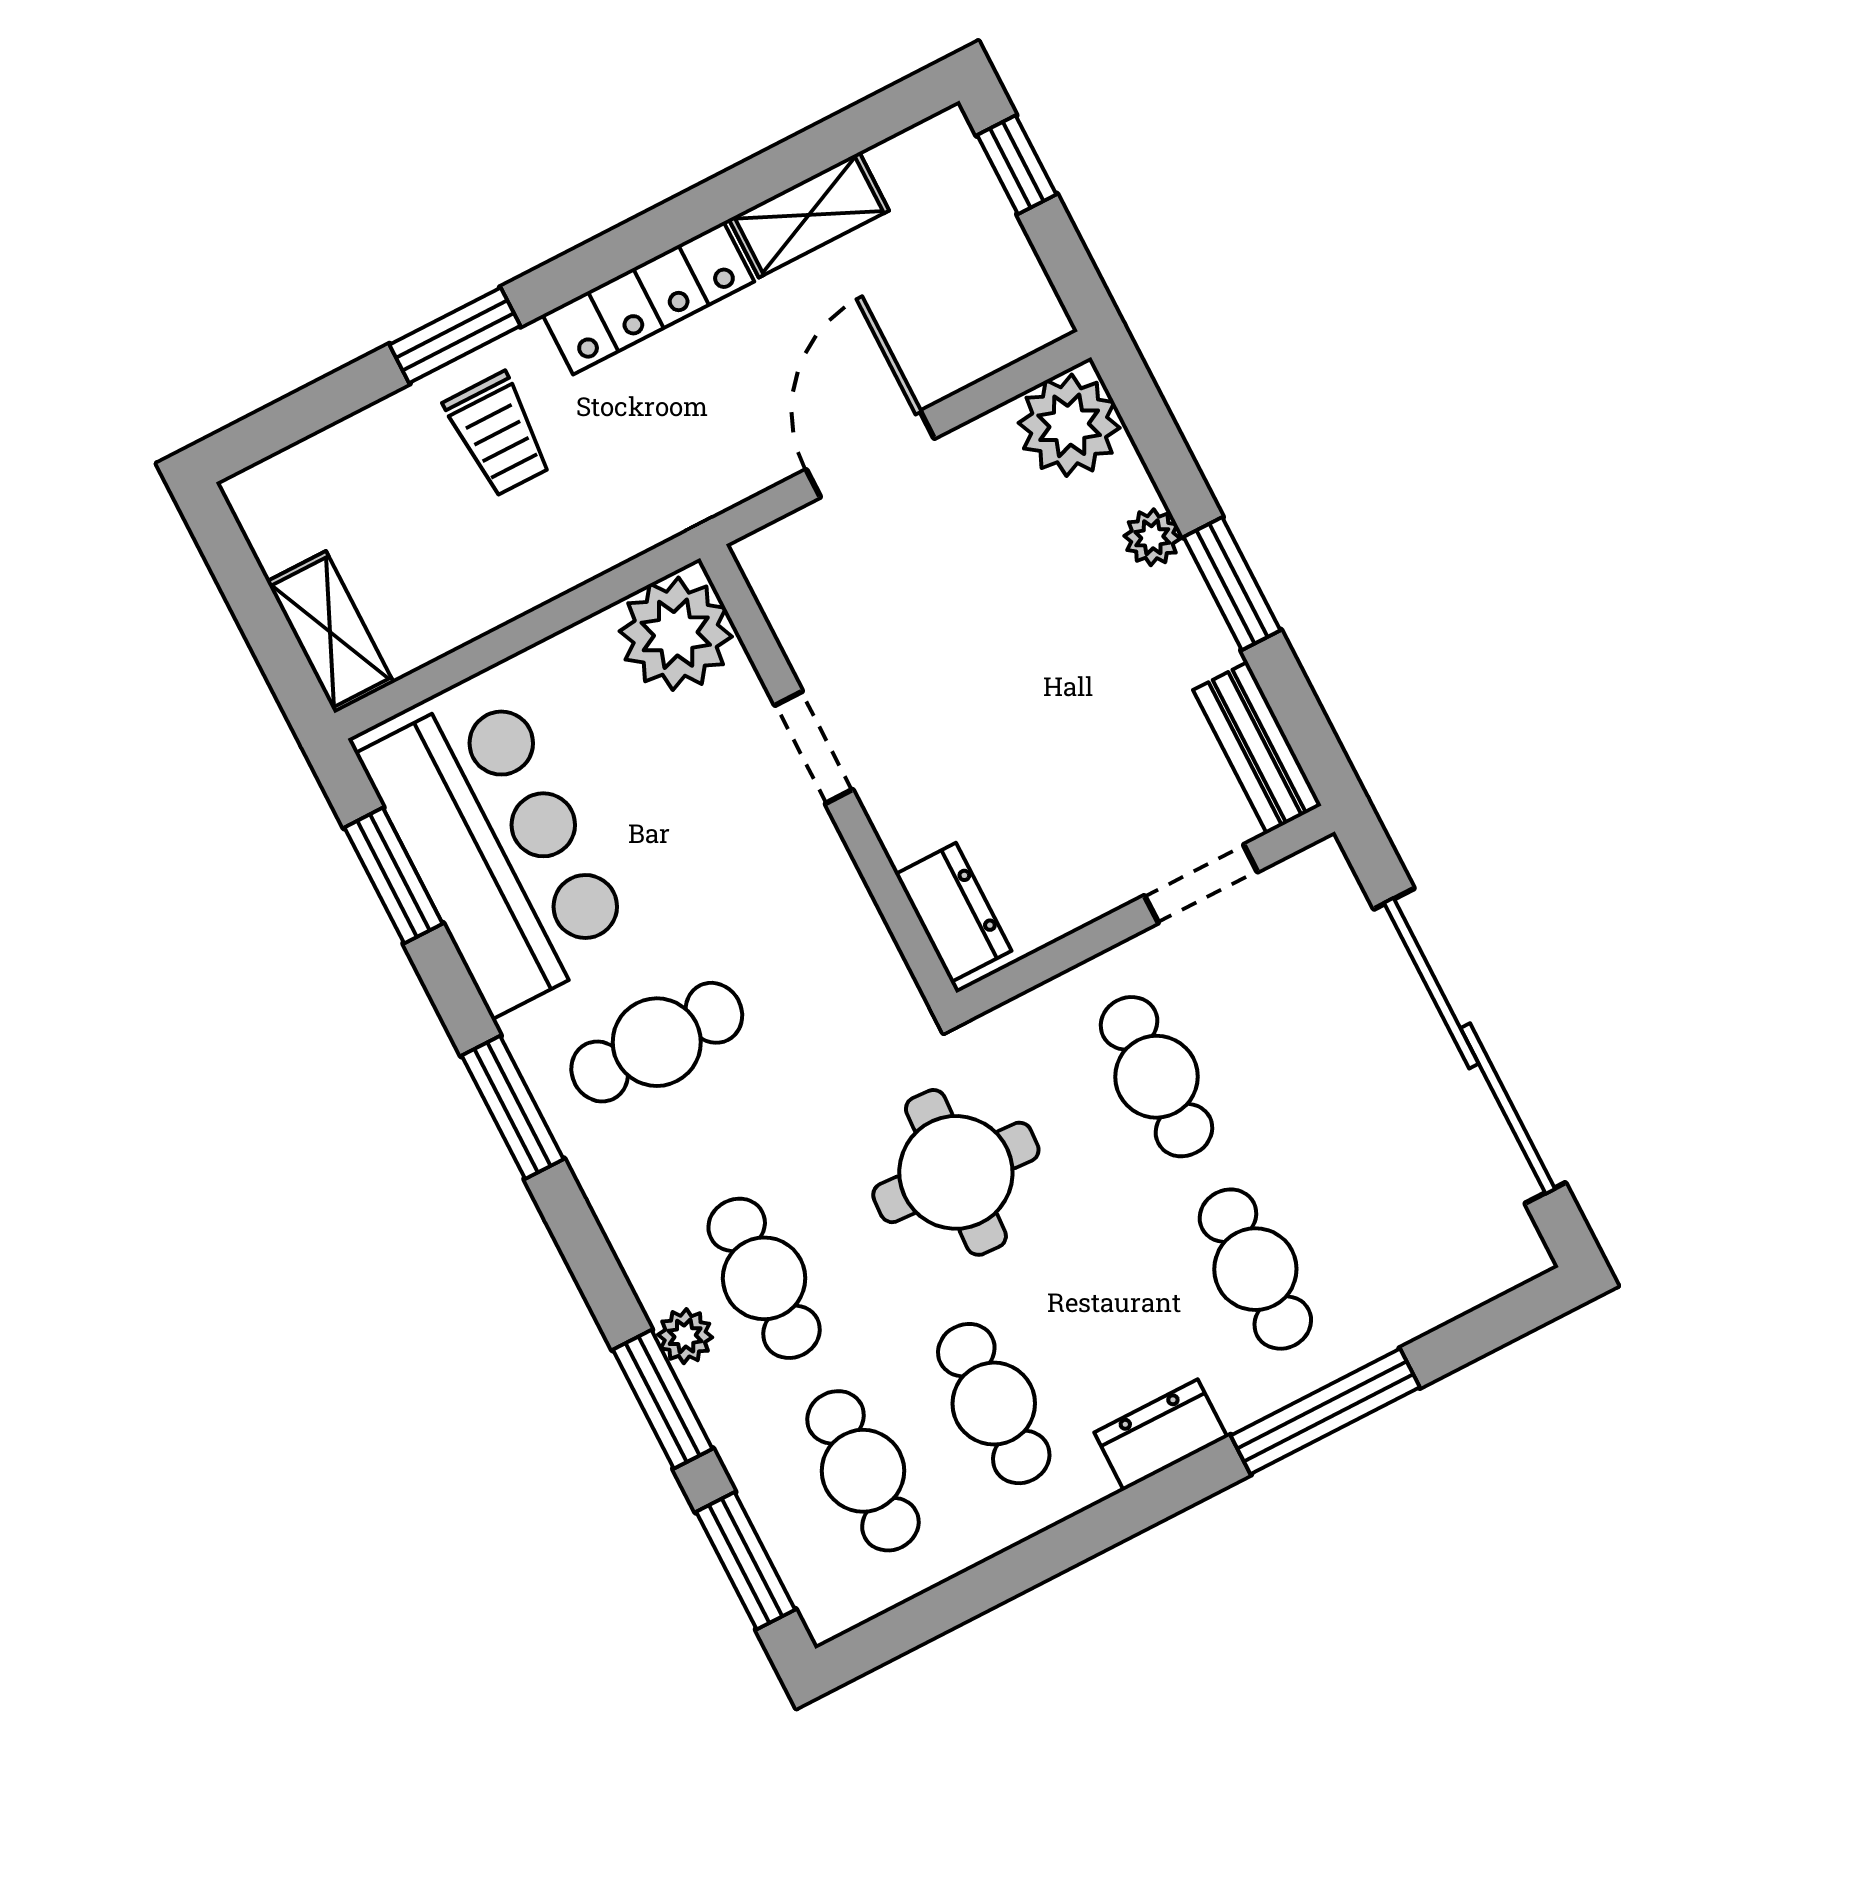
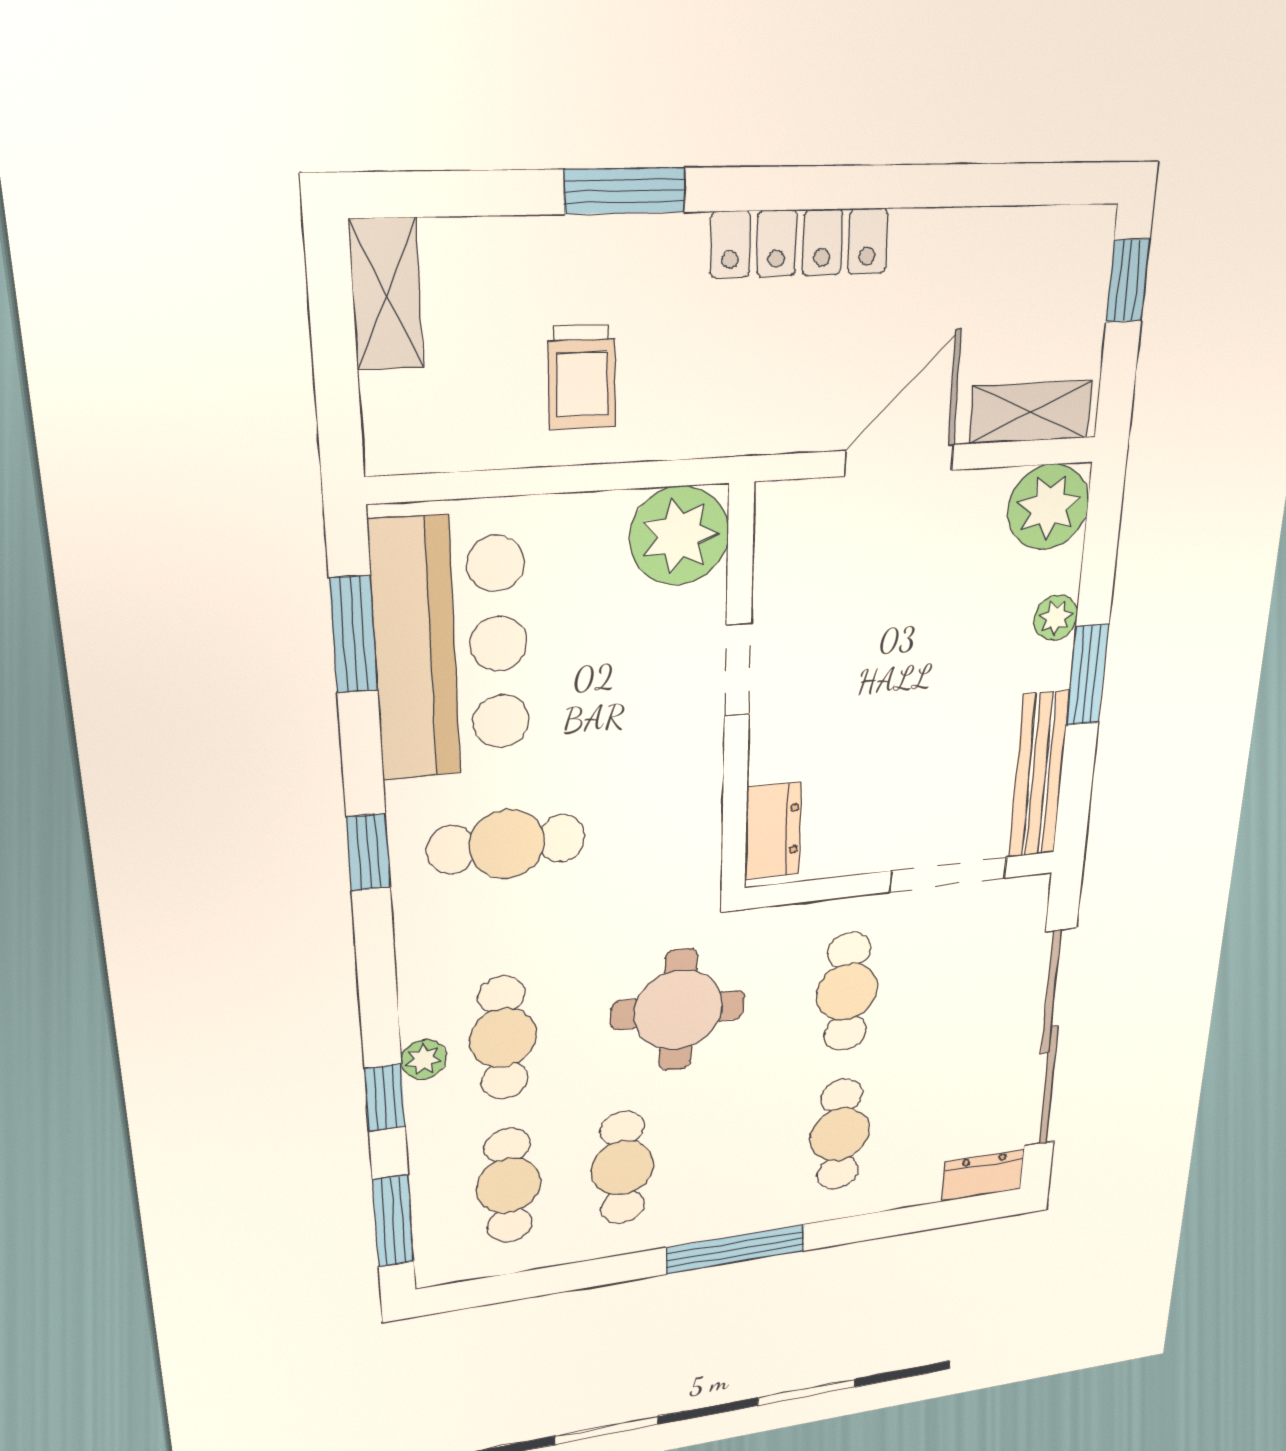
shelving: (809, 215) -> (1031, 412), moved
trolley: (498, 434) -> (582, 377), moved
shelving: (330, 632) -> (386, 294), moved
bench: (1257, 748) -> (1039, 775), width x1.36
doorway: (1201, 884) -> (948, 875), width x1.38
window: (513, 1107) -> (368, 852), width x0.67
window: (663, 1399) -> (385, 1098), width x0.67
window: (1325, 1411) -> (735, 1249), moved
dresser: (1161, 1435) -> (983, 1175), moved

